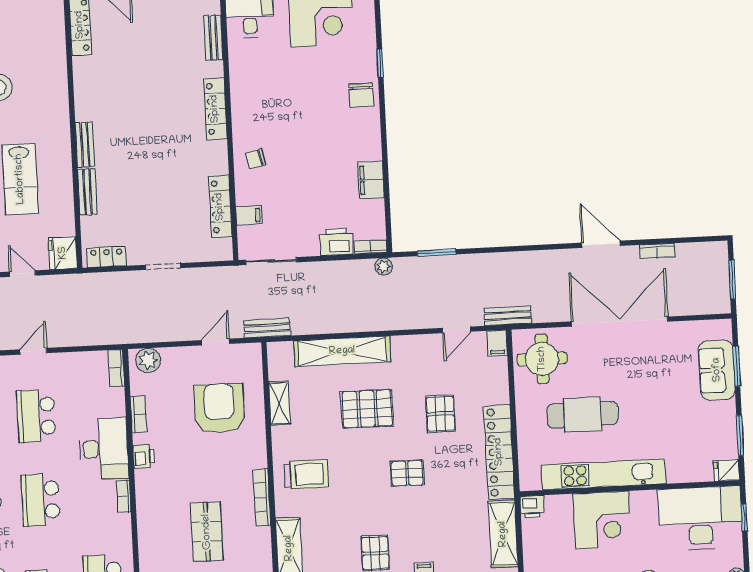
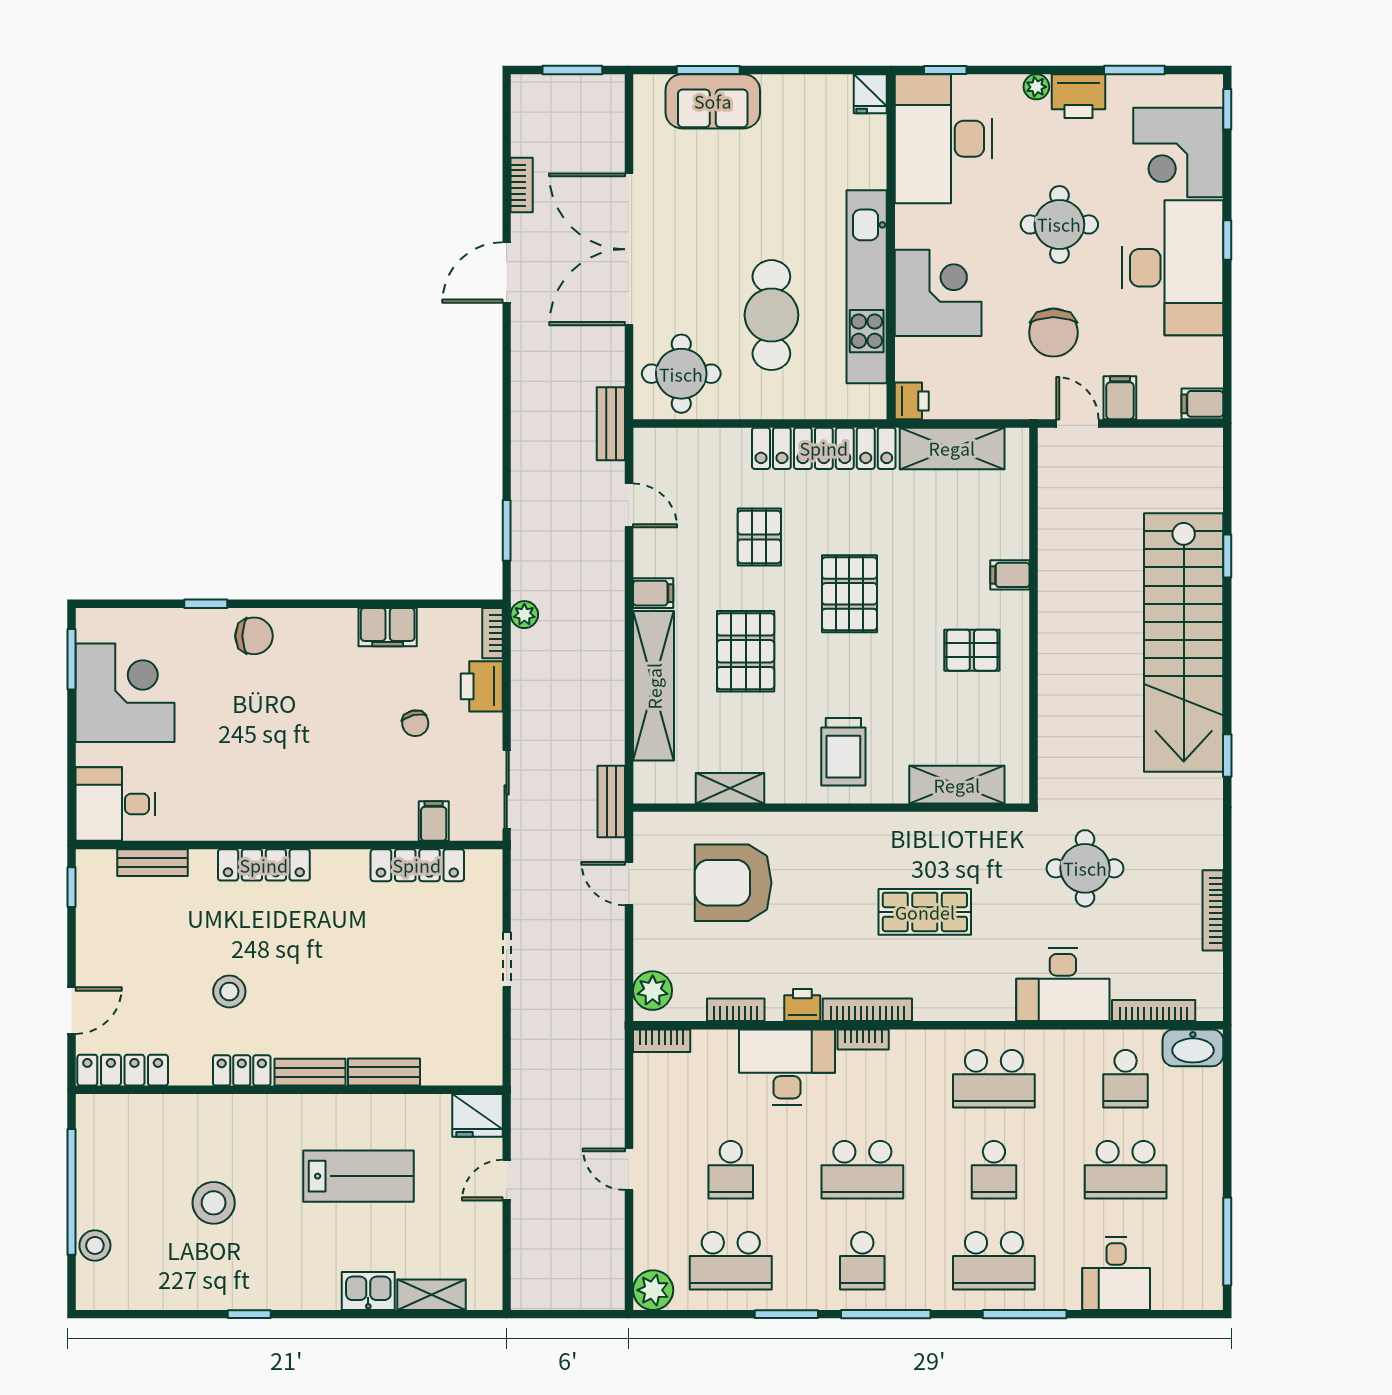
stool: (134, 91) -> (229, 991), added
chair: (256, 159) -> (415, 723), moved
locker: (107, 257) -> (242, 1070), moved, turned 90
filing cabinet: (497, 343) -> (653, 593), moved
pallet: (440, 414) -> (759, 537), turned 90
school desk: (36, 416) -> (731, 1170), width x0.54
window: (740, 435) -> (817, 70), removed
pallet: (407, 473) -> (849, 594), width x1.50, depth x1.42
trolley: (306, 474) -> (843, 752), turned 180
bookcase: (262, 498) -> (867, 1010), moved, turned 180

